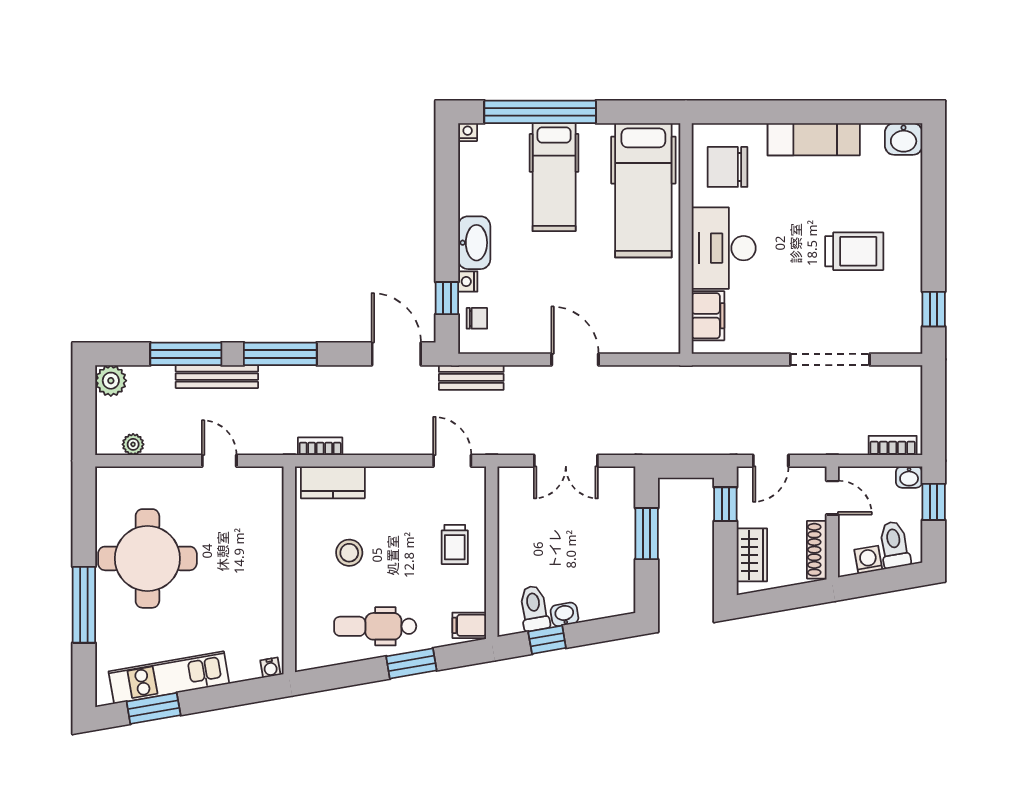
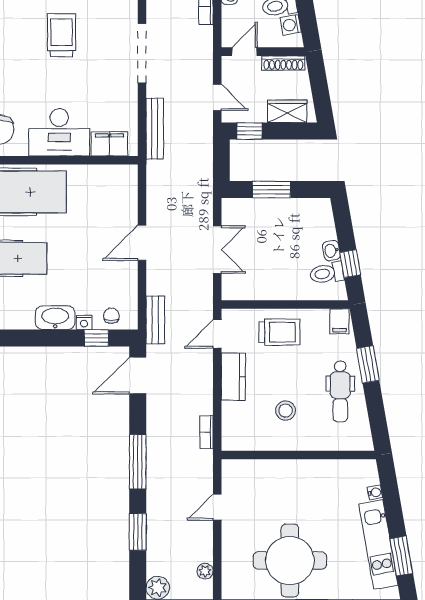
window: (186, 354) -> (138, 532), width x0.69
bench: (217, 377) -> (155, 129), moved
kitchen counter: (333, 482) -> (233, 377), moved
trolley: (455, 544) -> (279, 332), width x1.36, depth x1.39
water cooler: (270, 668) -> (375, 492), moved

